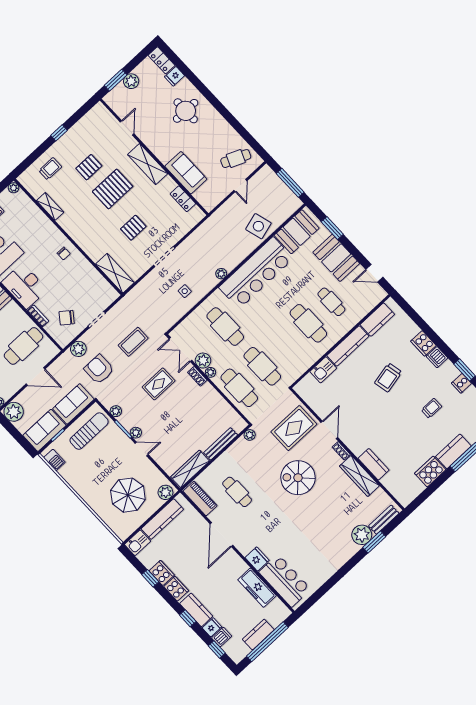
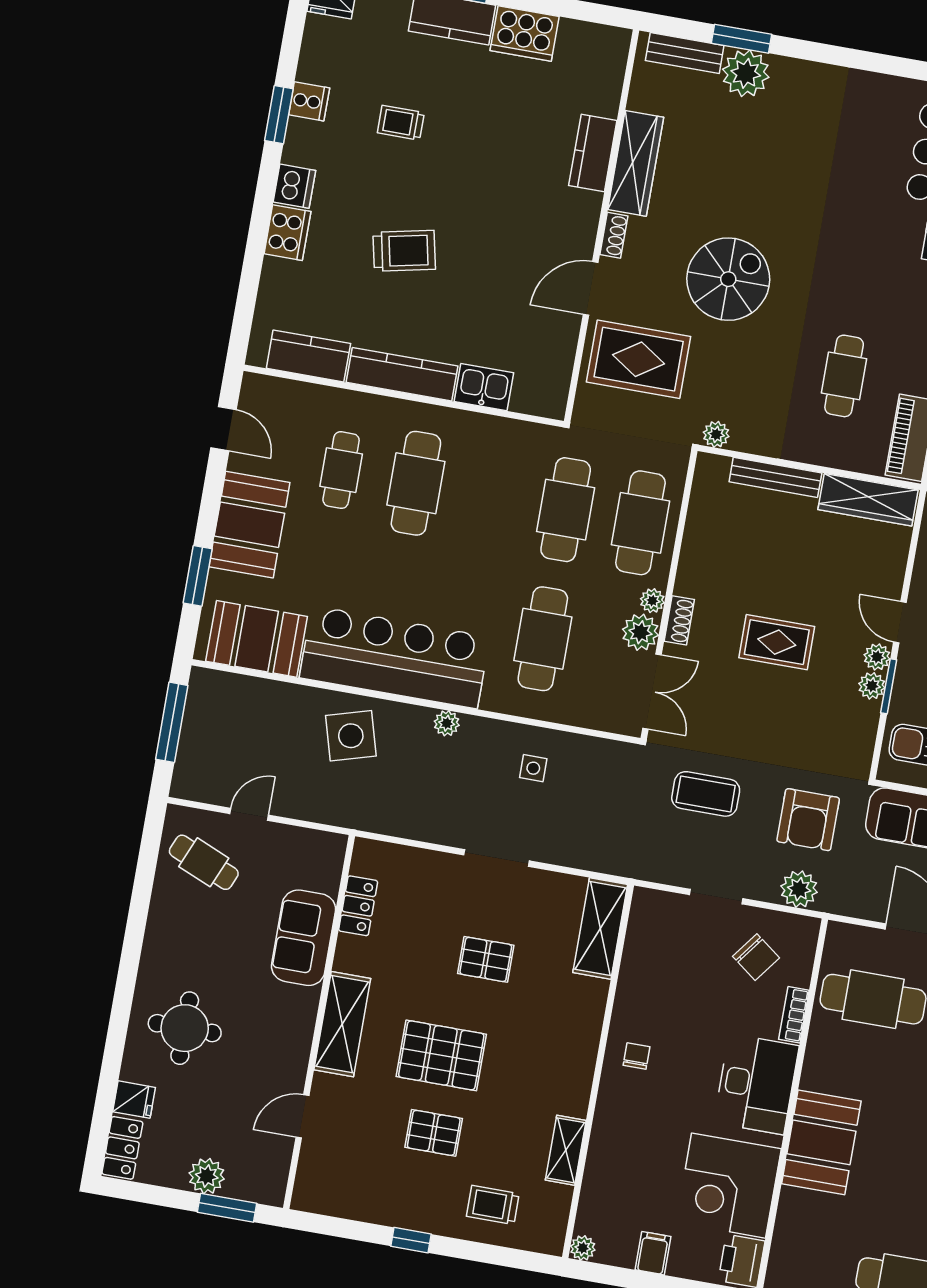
side table: (258, 226) -> (351, 736), moved
rug: (159, 384) -> (777, 642), moved
plant: (116, 411) -> (872, 686), moved
spiral stairs: (298, 478) -> (728, 279), turned -90

